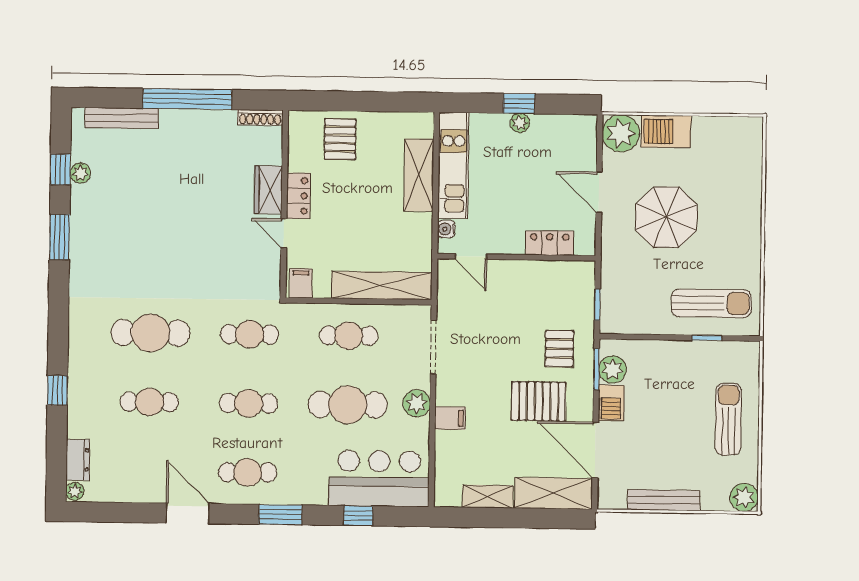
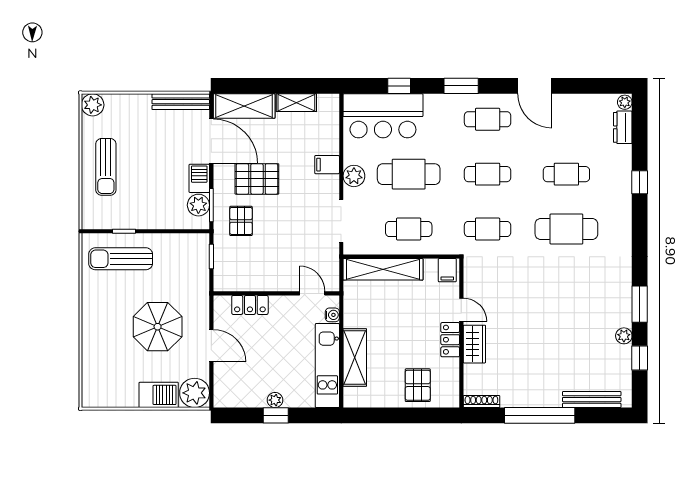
plant: (80, 173) -> (624, 336), moved
bench: (664, 500) -> (181, 102), moved

